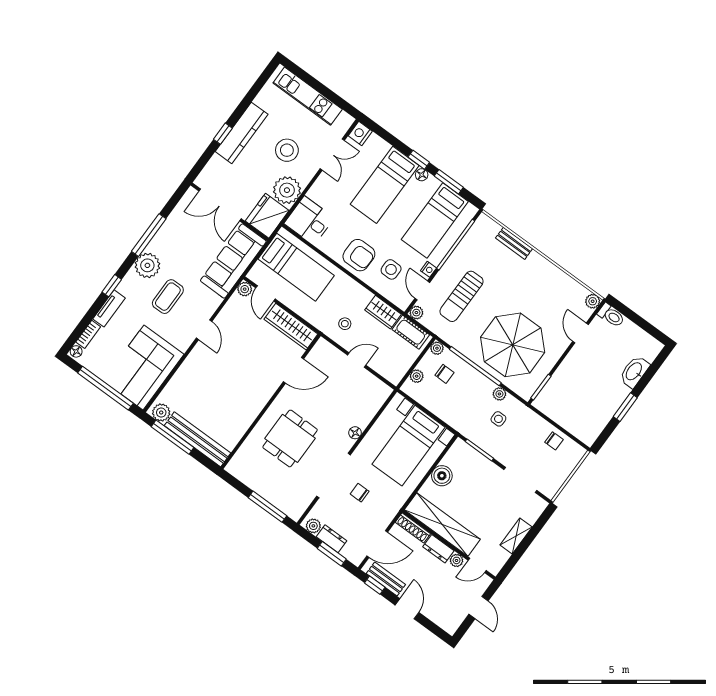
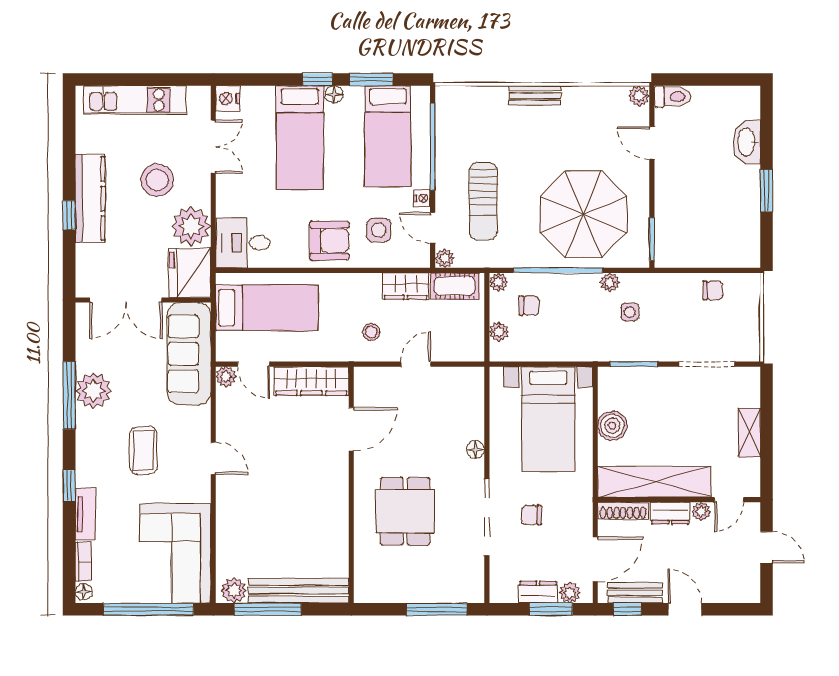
bench: (514, 243) -> (535, 95), moved
plant: (147, 265) -> (93, 391), moved
plant: (313, 526) -> (570, 593), moved

